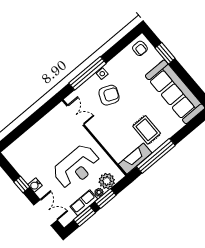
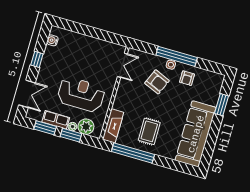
armchair: (140, 48) -> (187, 78), moved
window: (87, 73) -> (177, 56), moved
fireplace: (135, 159) -> (113, 126), moved, turned 90
reception desk: (77, 167) -> (81, 94), turned 180
water cooler: (35, 185) -> (52, 40), moved

